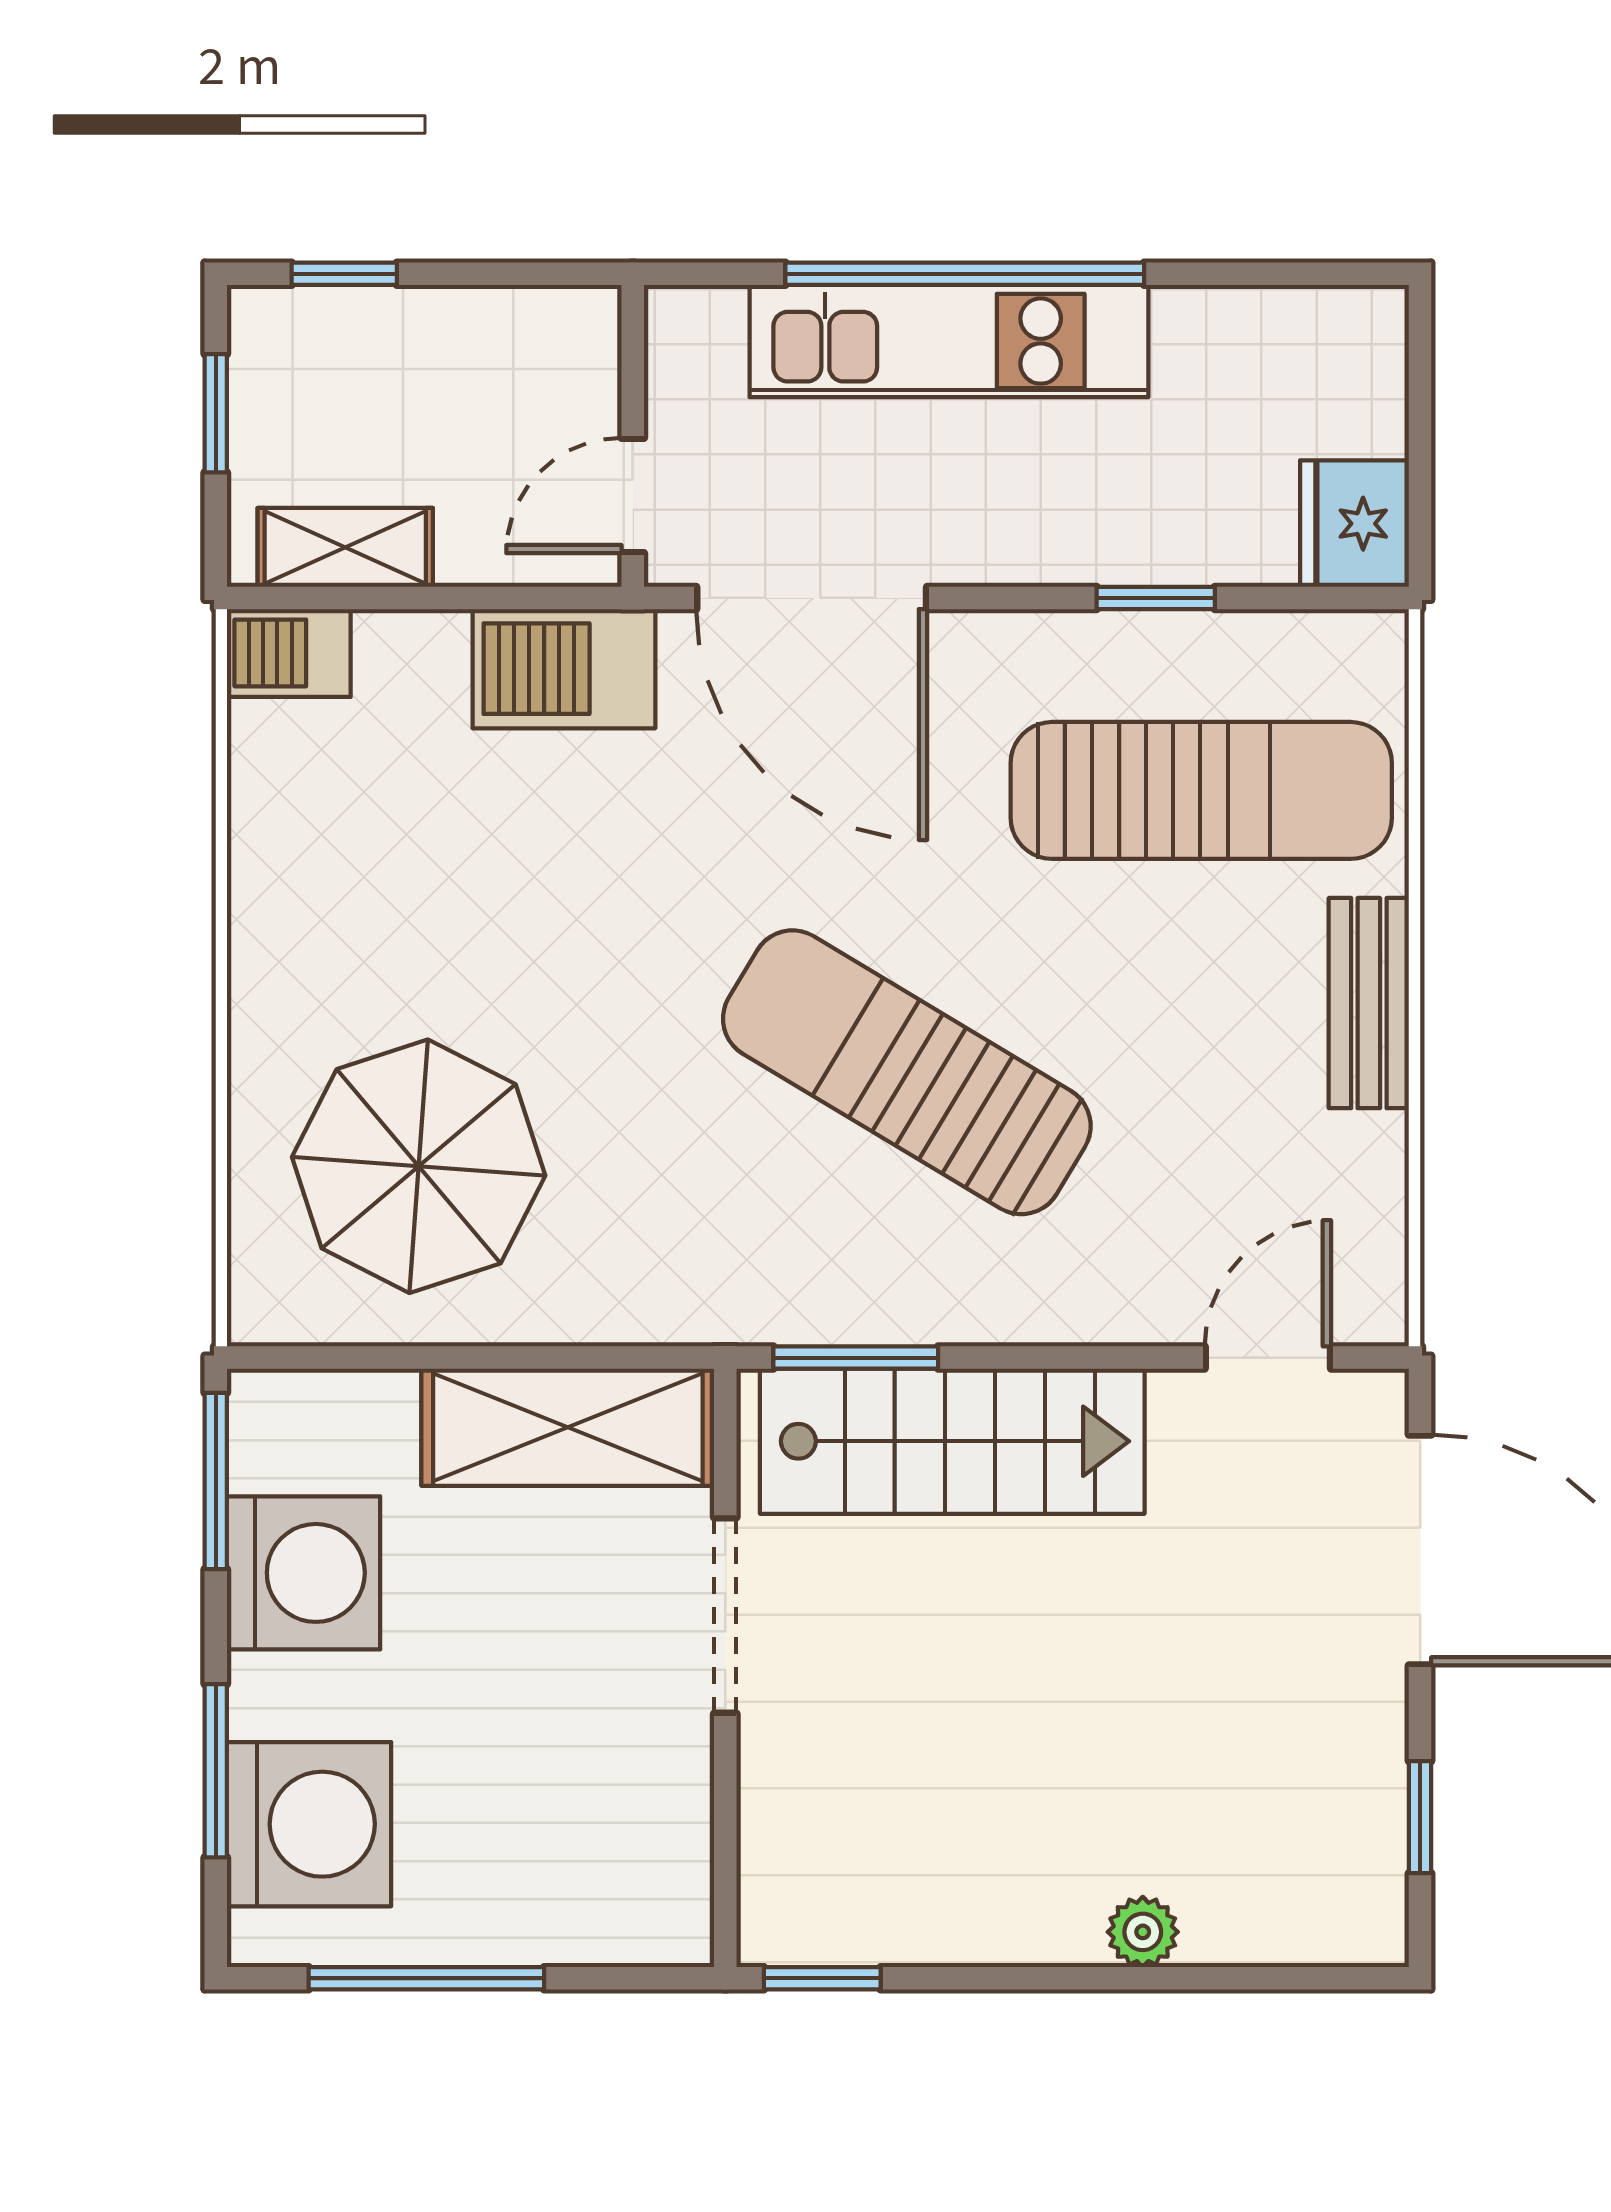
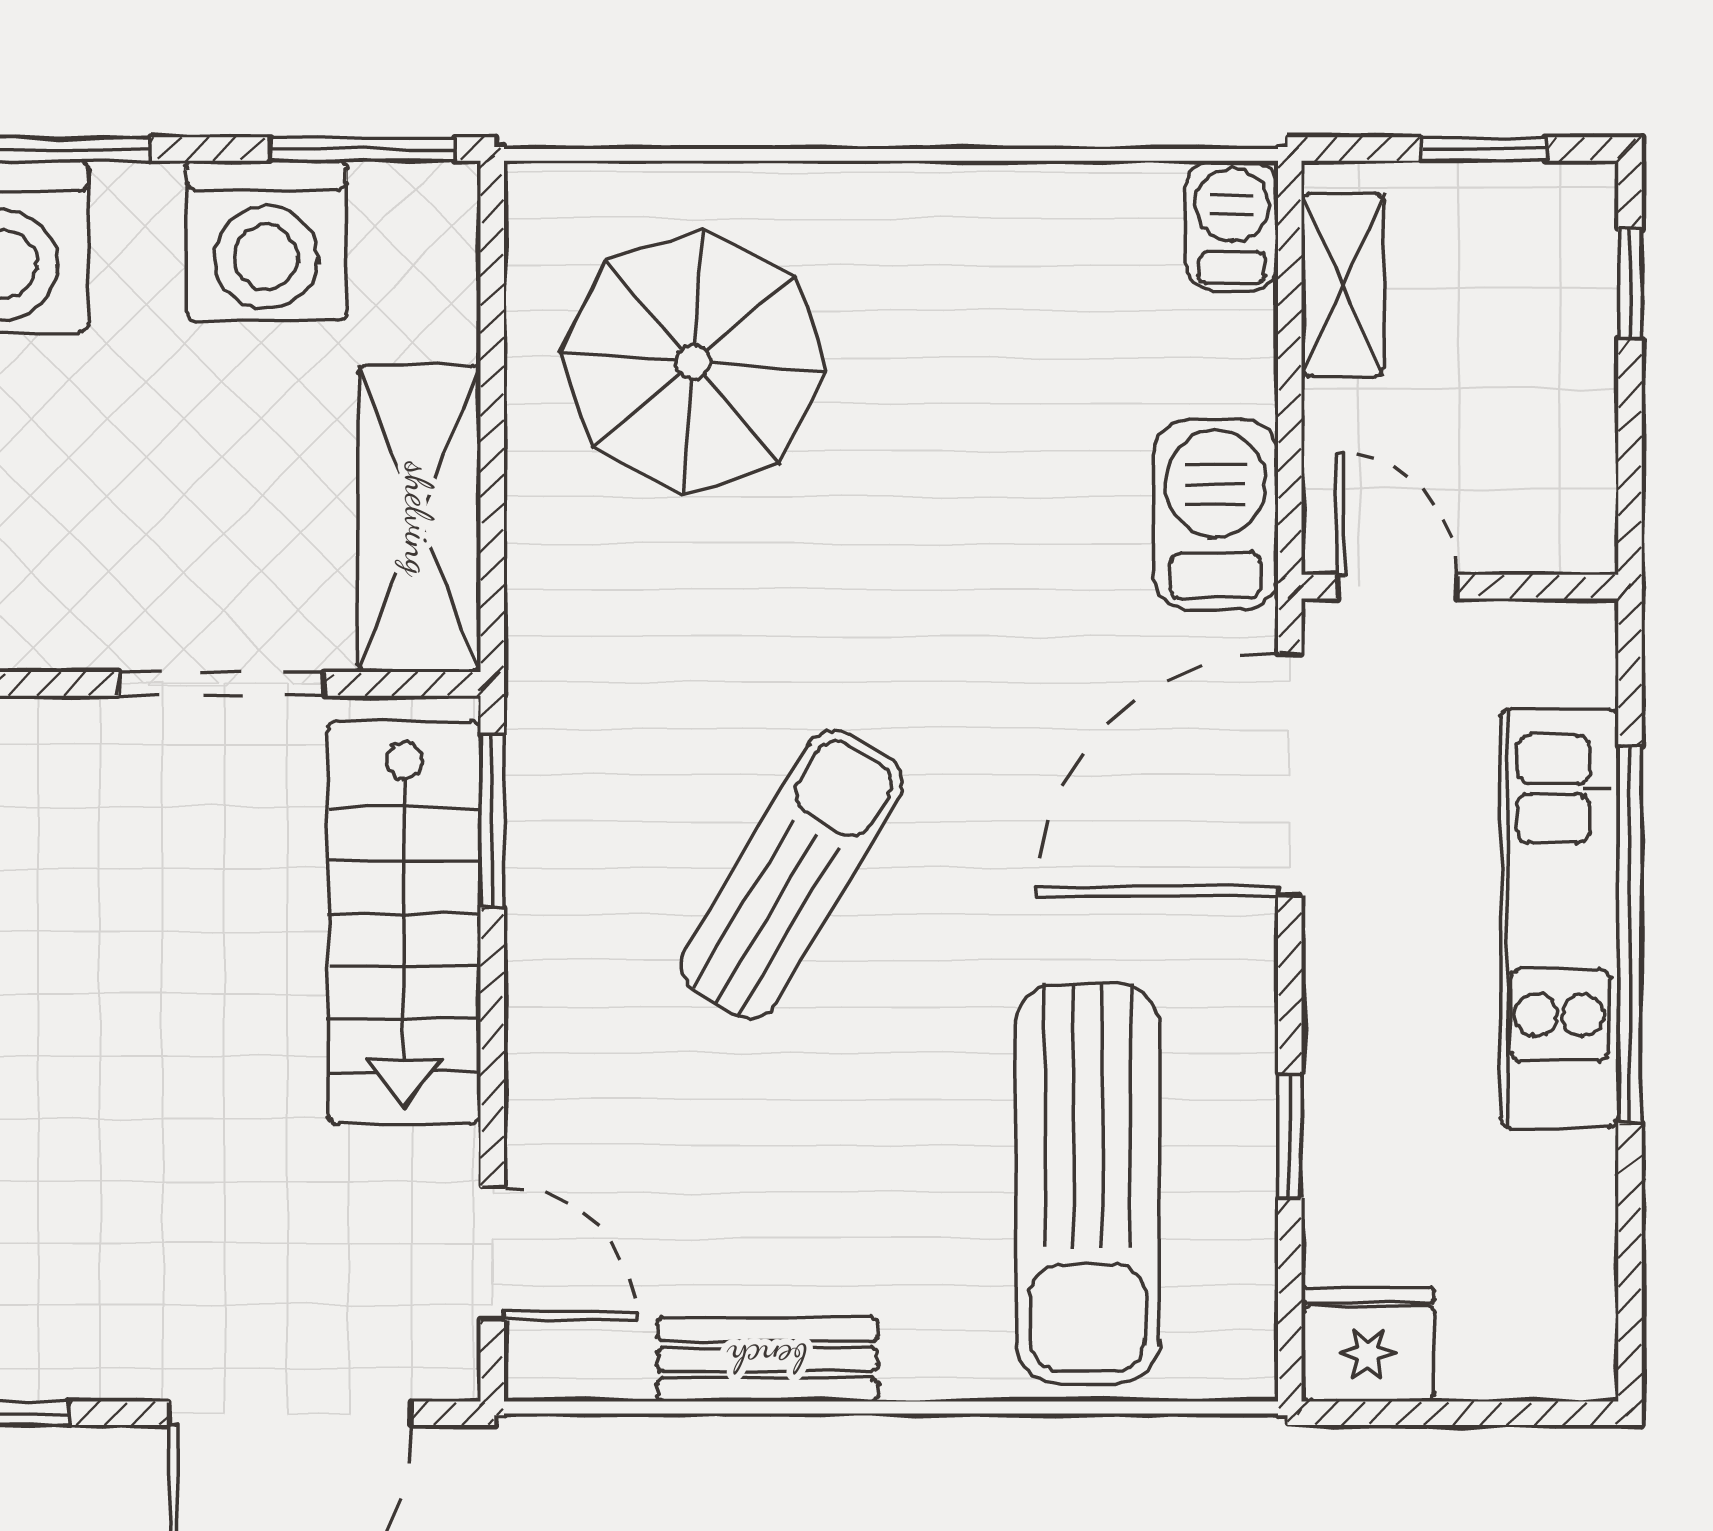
bench: (1369, 1003) -> (767, 1359), moved
sun lounger: (907, 1072) -> (792, 874), width x0.73, depth x0.75

